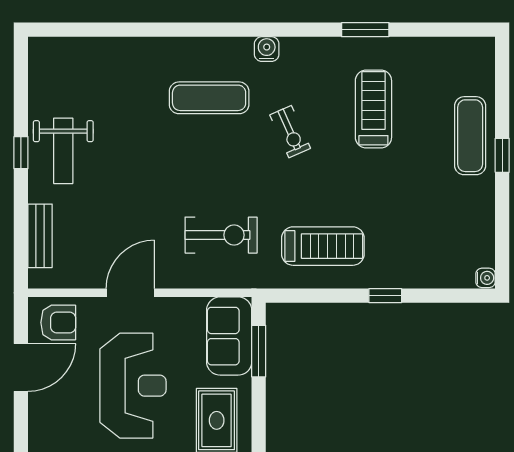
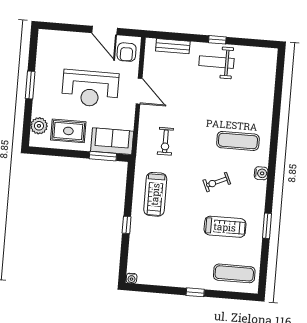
exercise mat: (209, 98) -> (238, 141), turned 90
exercise mat: (470, 136) -> (234, 273), moved
exercise bike: (221, 235) -> (165, 141), width x0.73, depth x0.72

